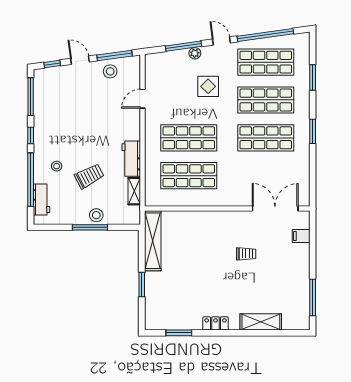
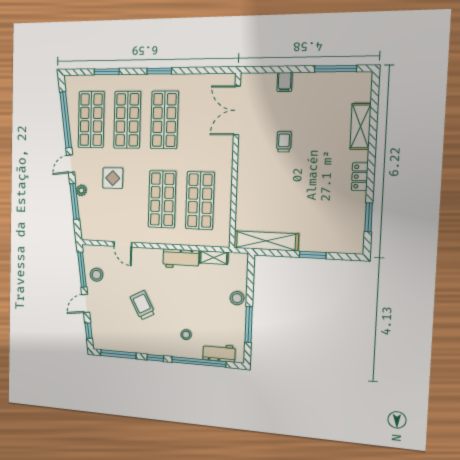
trolley: (89, 176) -> (143, 305), moved
window: (90, 227) -> (249, 325), moved
filing cabinet: (301, 236) -> (285, 82), moved

